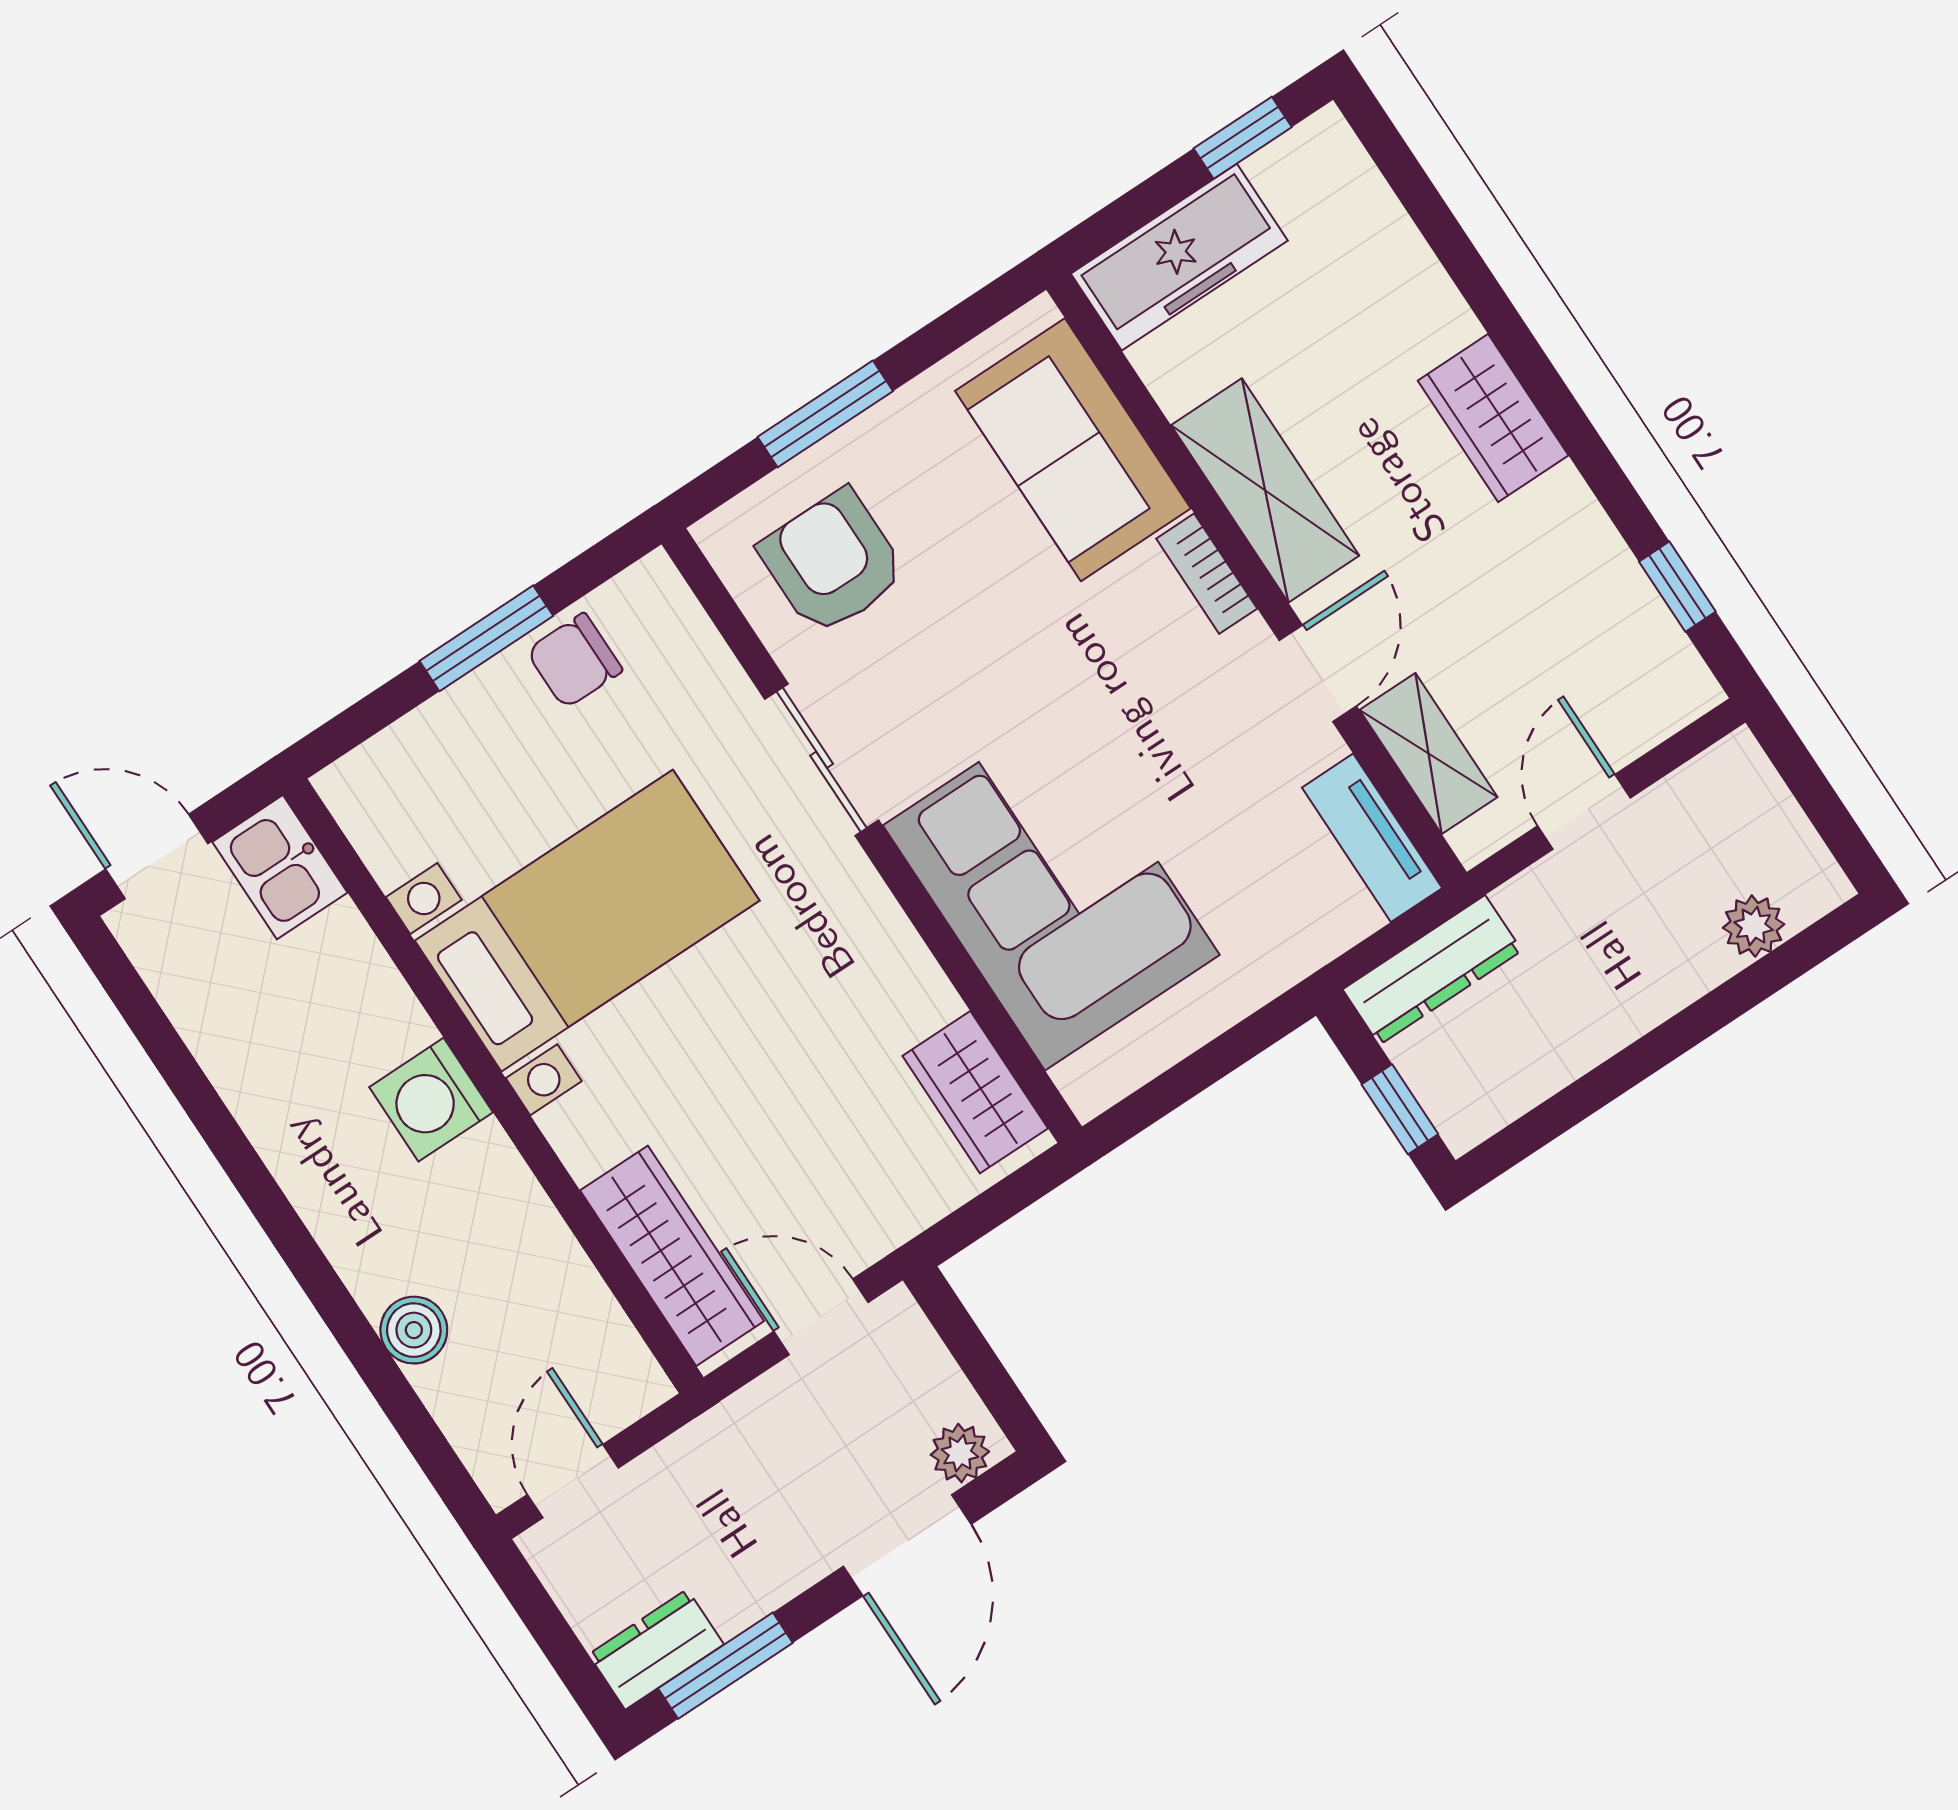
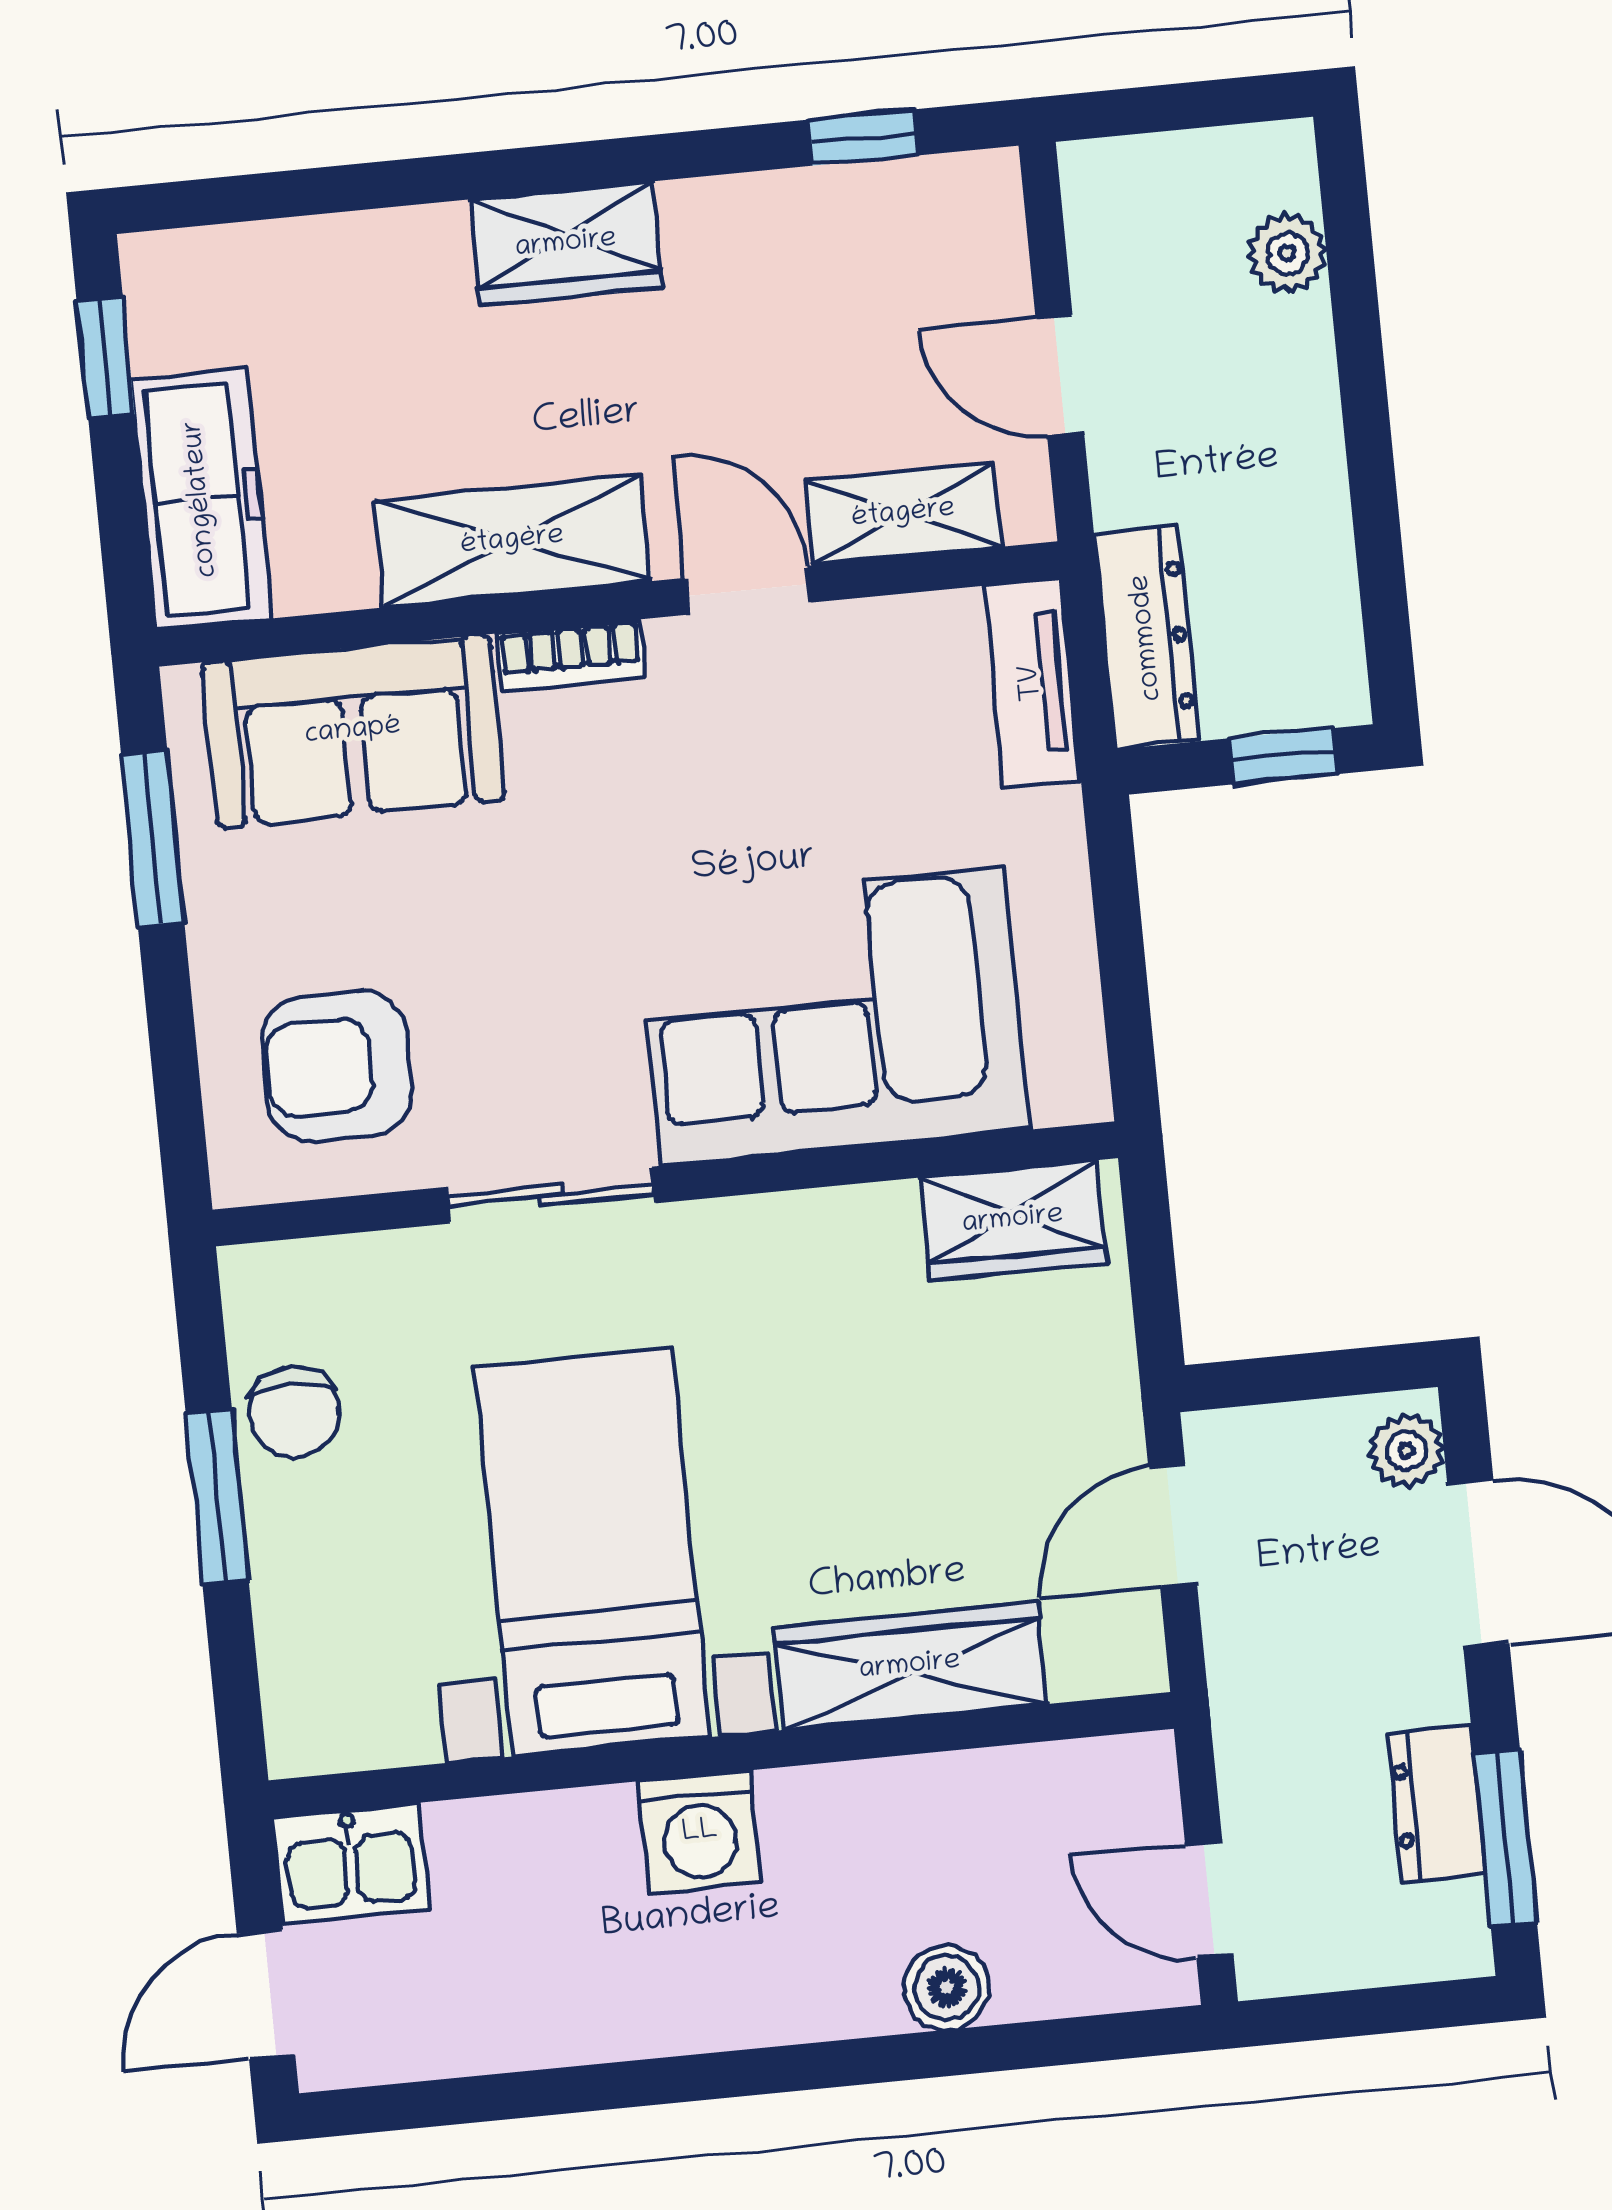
window: (825, 414) -> (153, 839), moved
tv unit: (1372, 838) -> (1032, 683), moved, turned 90
wardrobe: (672, 1256) -> (910, 1666), moved
dresser: (656, 1649) -> (1436, 1803), moved

